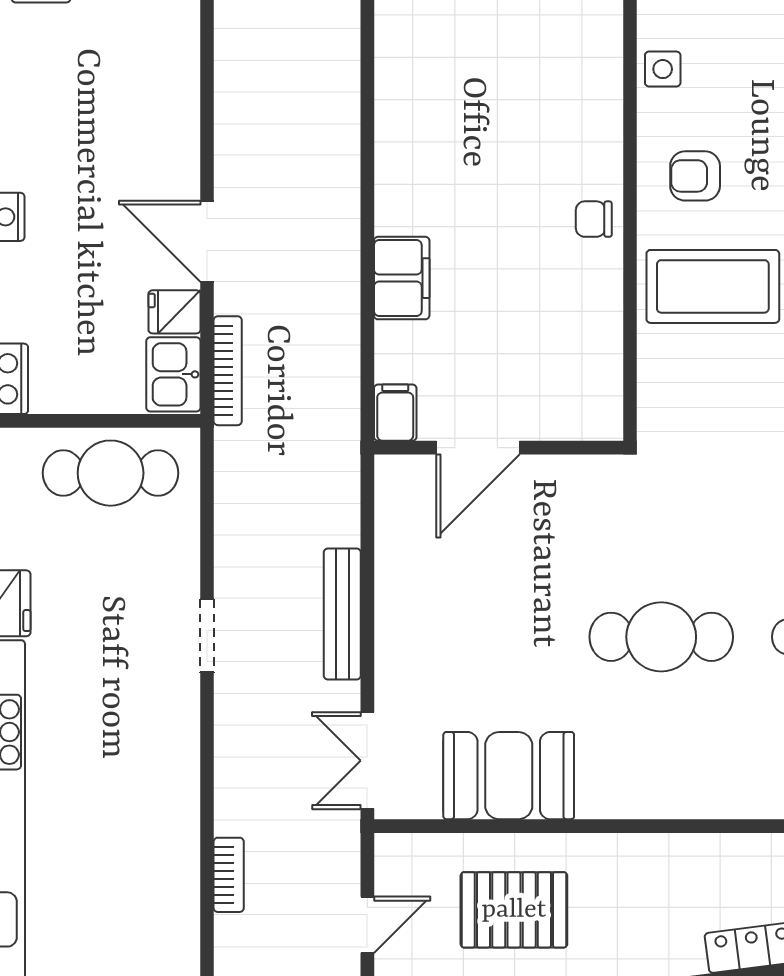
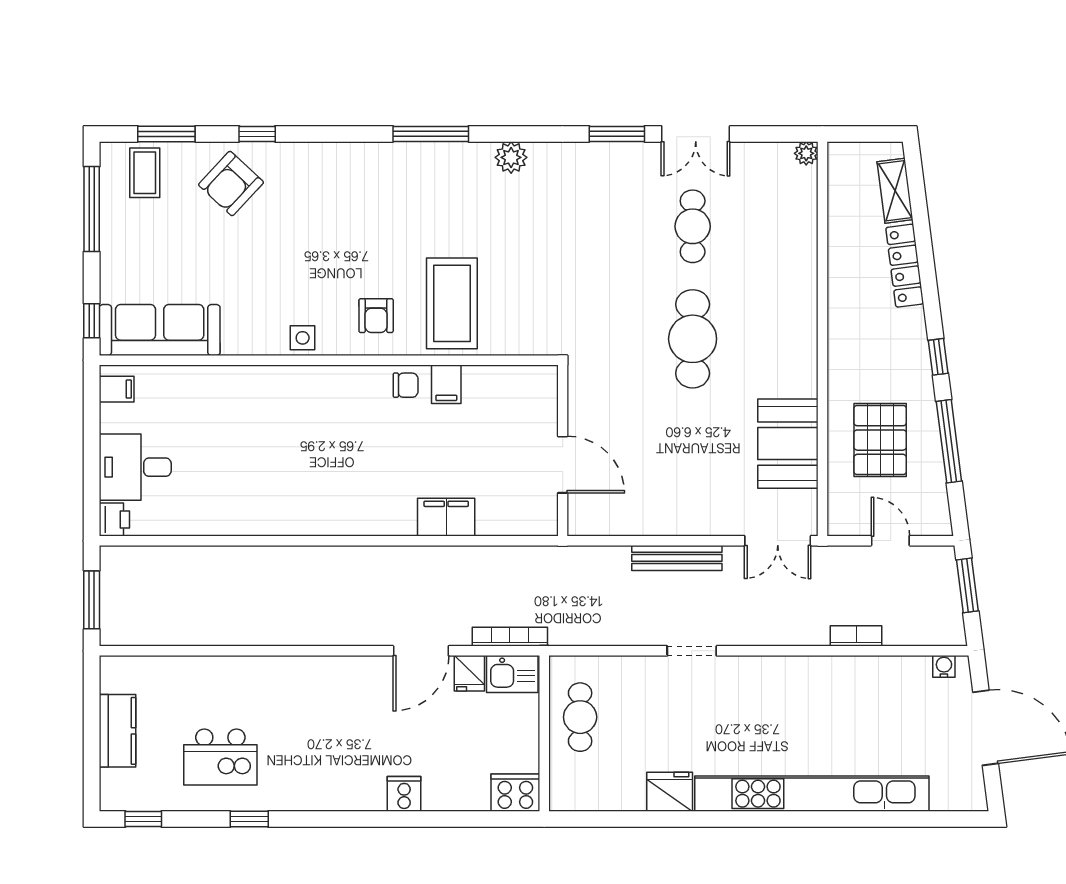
chair: (594, 219) -> (406, 385), turned -90
filing cabinet: (395, 413) -> (446, 384), moved, turned -90
cafe table: (111, 473) -> (580, 717), width x0.73, depth x0.74

